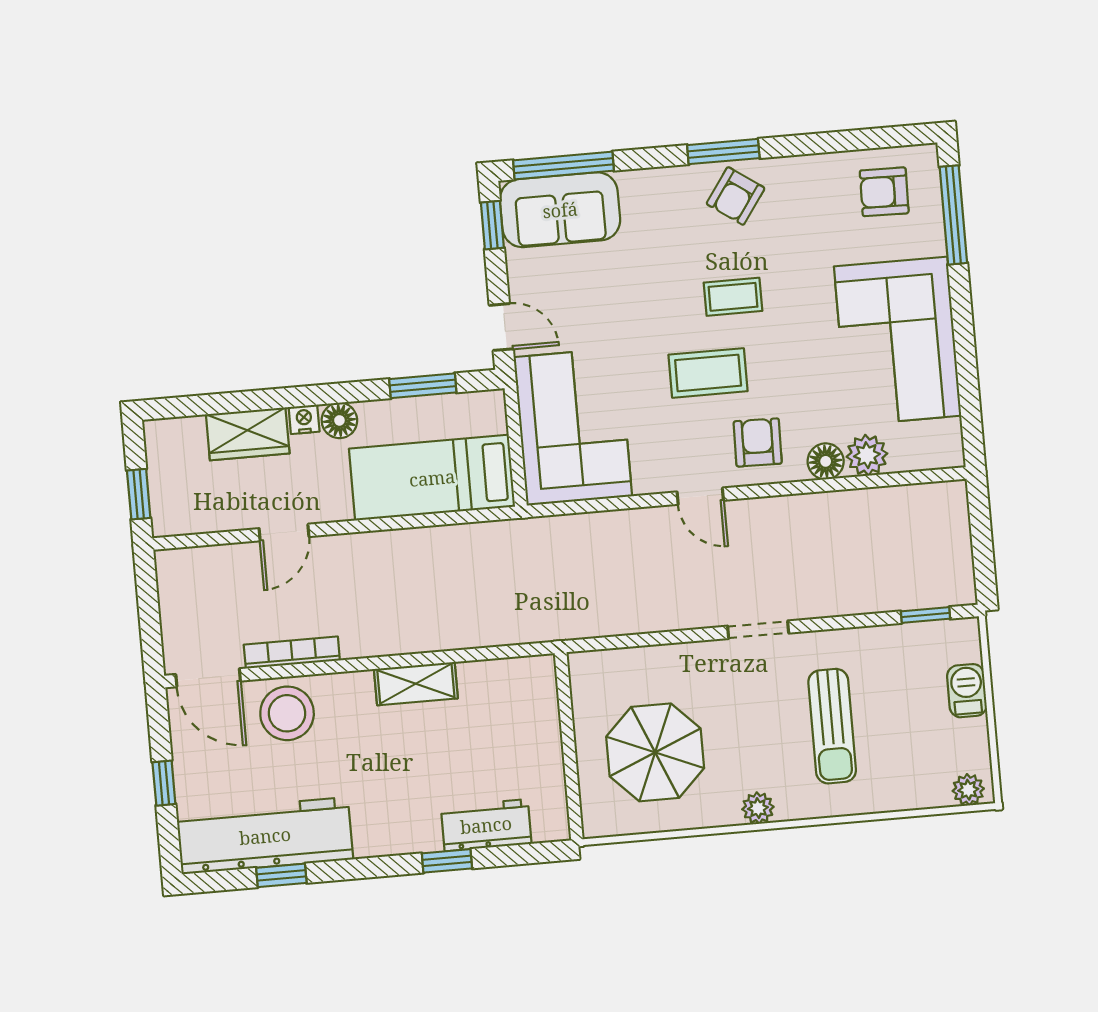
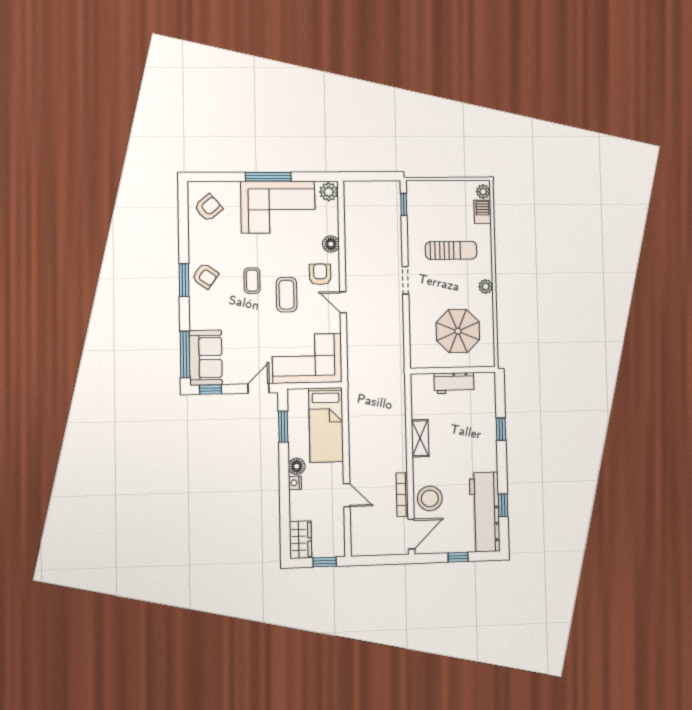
armchair: (884, 192) -> (208, 208), turned -131
window: (953, 215) -> (268, 177), moved
wardrobe: (248, 434) -> (301, 540), moved
armchair: (758, 442) -> (320, 274), turned 89
plant: (867, 455) -> (329, 192), moved
door: (700, 496) -> (343, 302), swing flipped
barbecue: (967, 691) -> (483, 212), moved, turned 90
workbench: (486, 825) -> (454, 383), moved, turned -90

